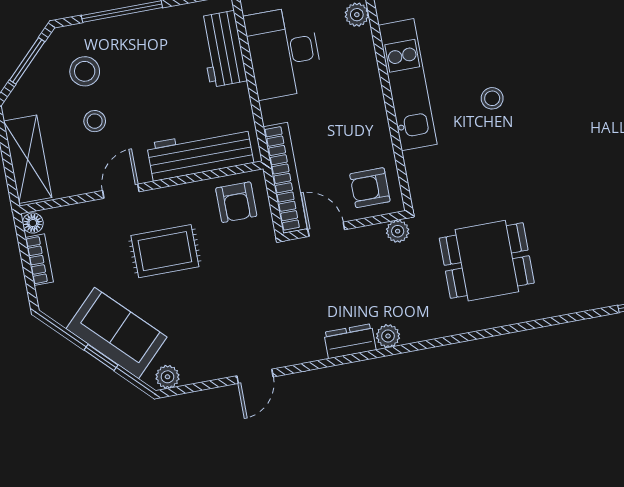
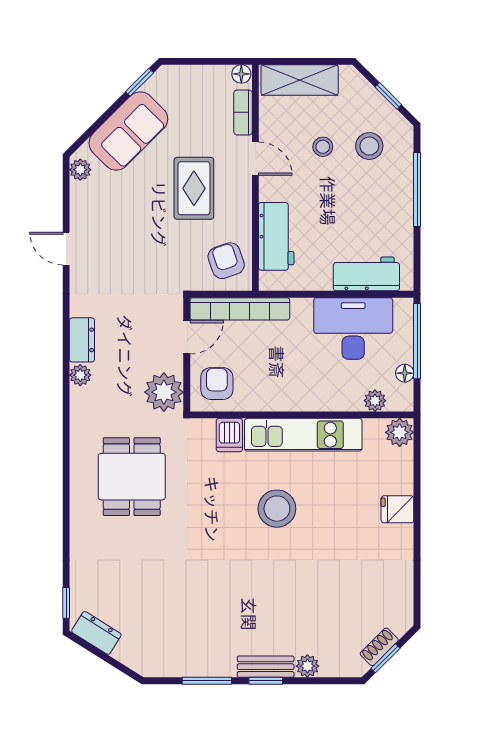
window: (27, 61) -> (388, 96), width x0.67
stool: (492, 98) -> (277, 509), width x1.89, depth x1.89
workbench: (200, 153) -> (276, 236), width x0.73
dishwasher: (423, 164) -> (229, 435), added
armchair: (236, 202) -> (226, 261), turned 71
plant: (398, 231) -> (164, 392), width x1.88, depth x1.88
bookcase: (39, 260) -> (243, 112), moved, turned 90
window: (101, 357) -> (140, 82), moved

